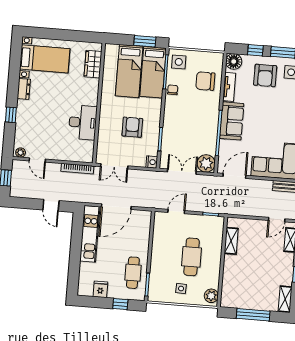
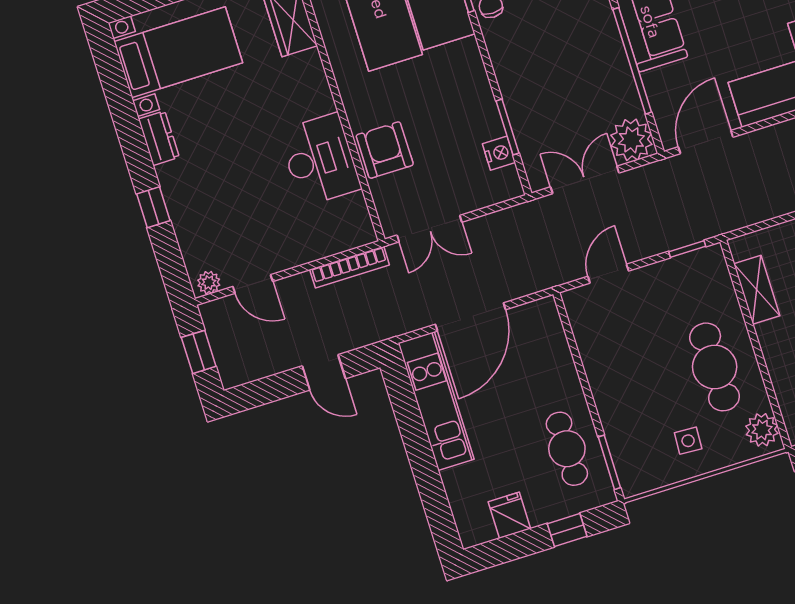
armchair: (132, 127) -> (385, 150), moved
nightstand: (152, 162) -> (499, 153), moved
cafe table: (192, 257) -> (715, 367), moved

